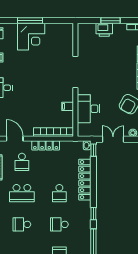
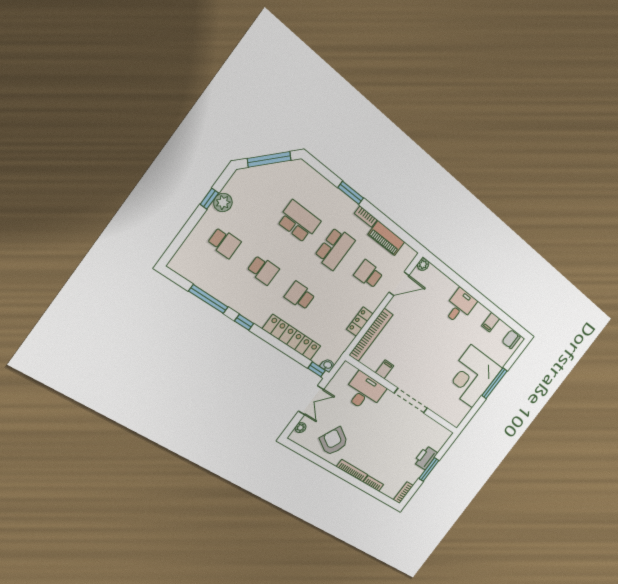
corner desk: (31, 37) -> (472, 376), width x1.36, depth x1.36
locker: (46, 145) -> (360, 322), width x0.66
school desk: (22, 193) -> (335, 249), turned 180
school desk: (22, 224) -> (299, 221), width x1.85
school desk: (59, 224) -> (263, 270), turned 90

